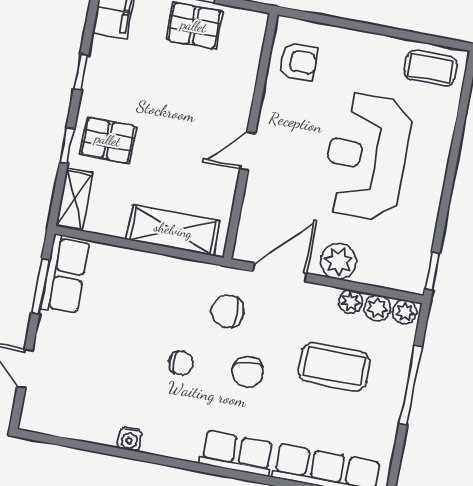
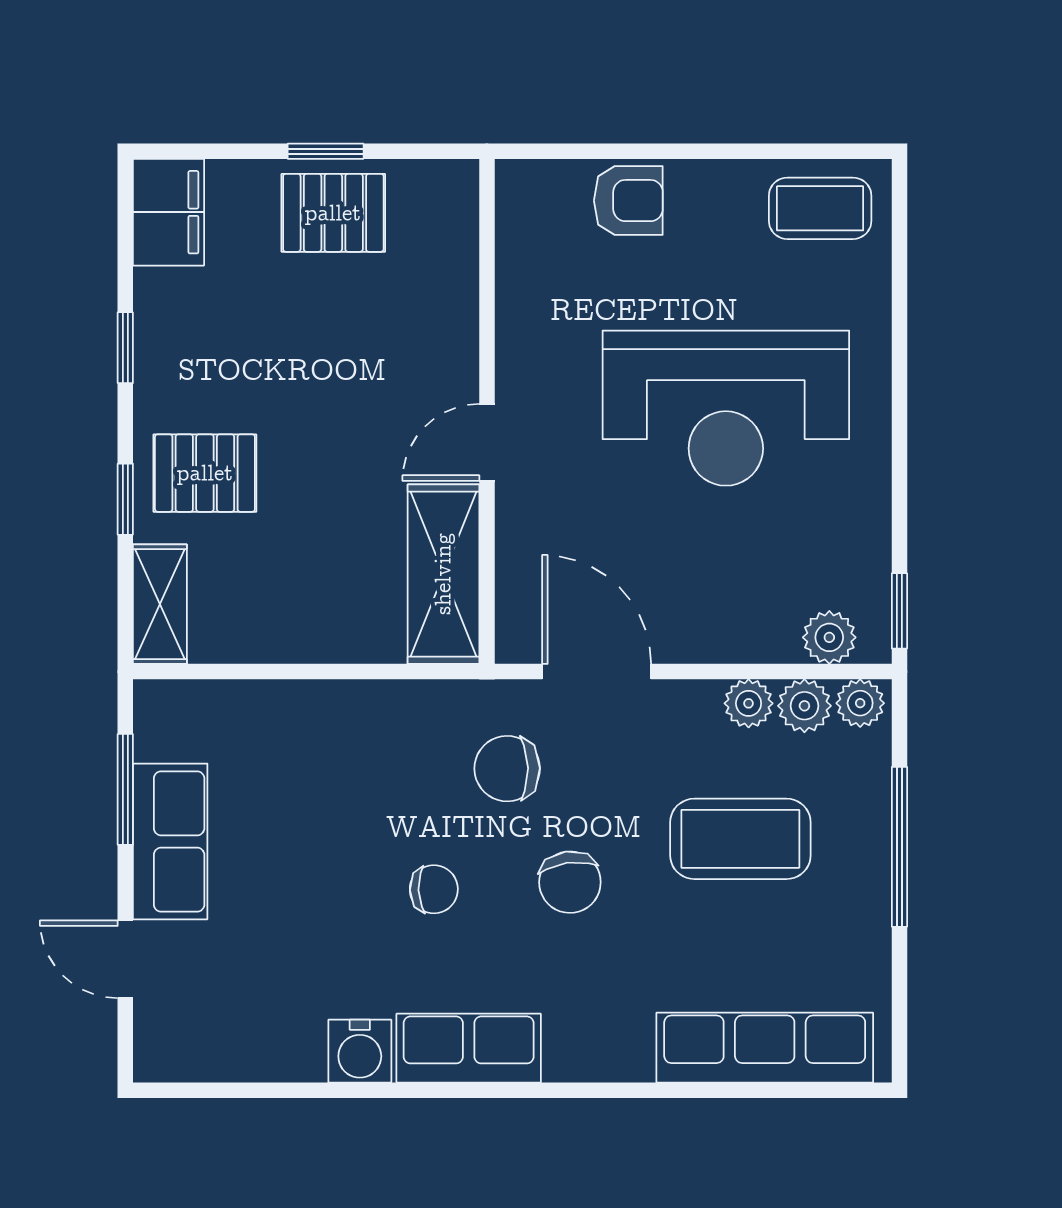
armchair: (298, 62) -> (628, 201), moved
reception desk: (367, 156) -> (726, 408), turned -90
shelving: (173, 230) -> (443, 574), moved, turned 90
plant: (339, 261) -> (829, 637), moved, width x0.73, depth x0.73
door: (280, 272) -> (597, 672), hinge flipped
row of seats: (65, 275) -> (170, 841), moved
water cooler: (129, 439) -> (360, 1051), width x1.38, depth x1.38
row of seats: (237, 453) -> (469, 1048), moved

